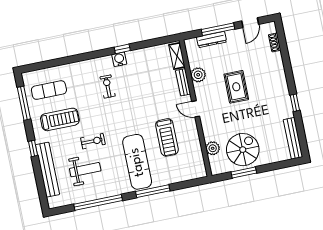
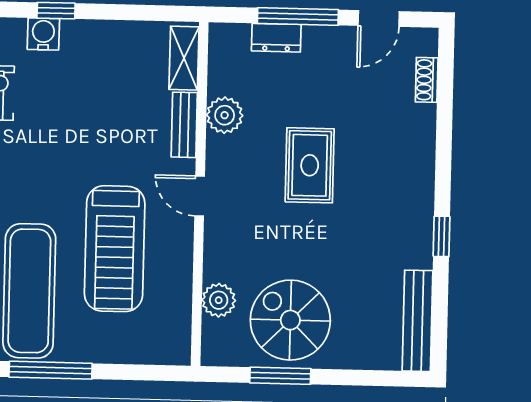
dresser: (212, 39) -> (276, 38), width x0.70
treadmill: (167, 137) -> (115, 249), width x1.37, depth x1.38
spiral stairs: (243, 150) -> (290, 320), turned -90

